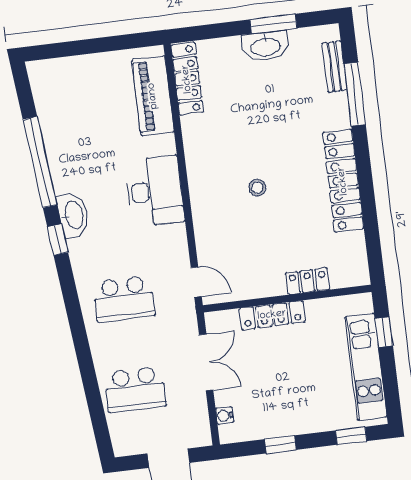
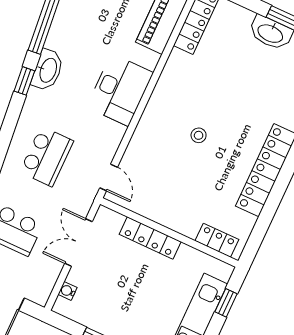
locker: (308, 281) -> (217, 240), moved
school desk: (124, 299) -> (47, 156), turned -90
double door: (206, 362) -> (78, 242), swing flipped

